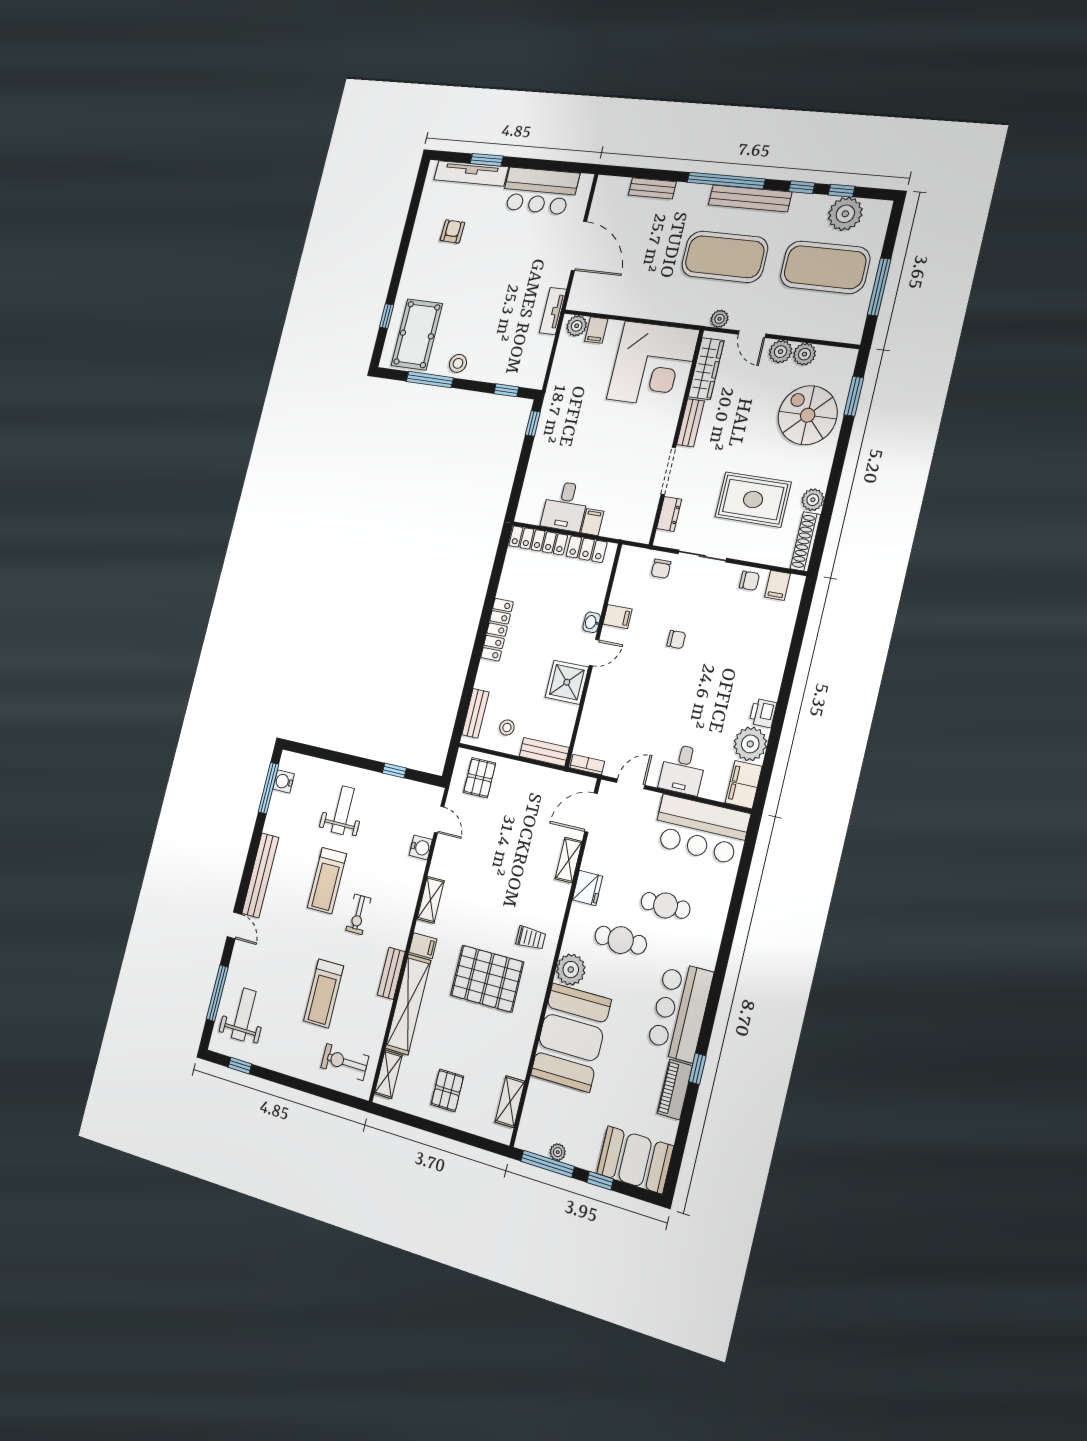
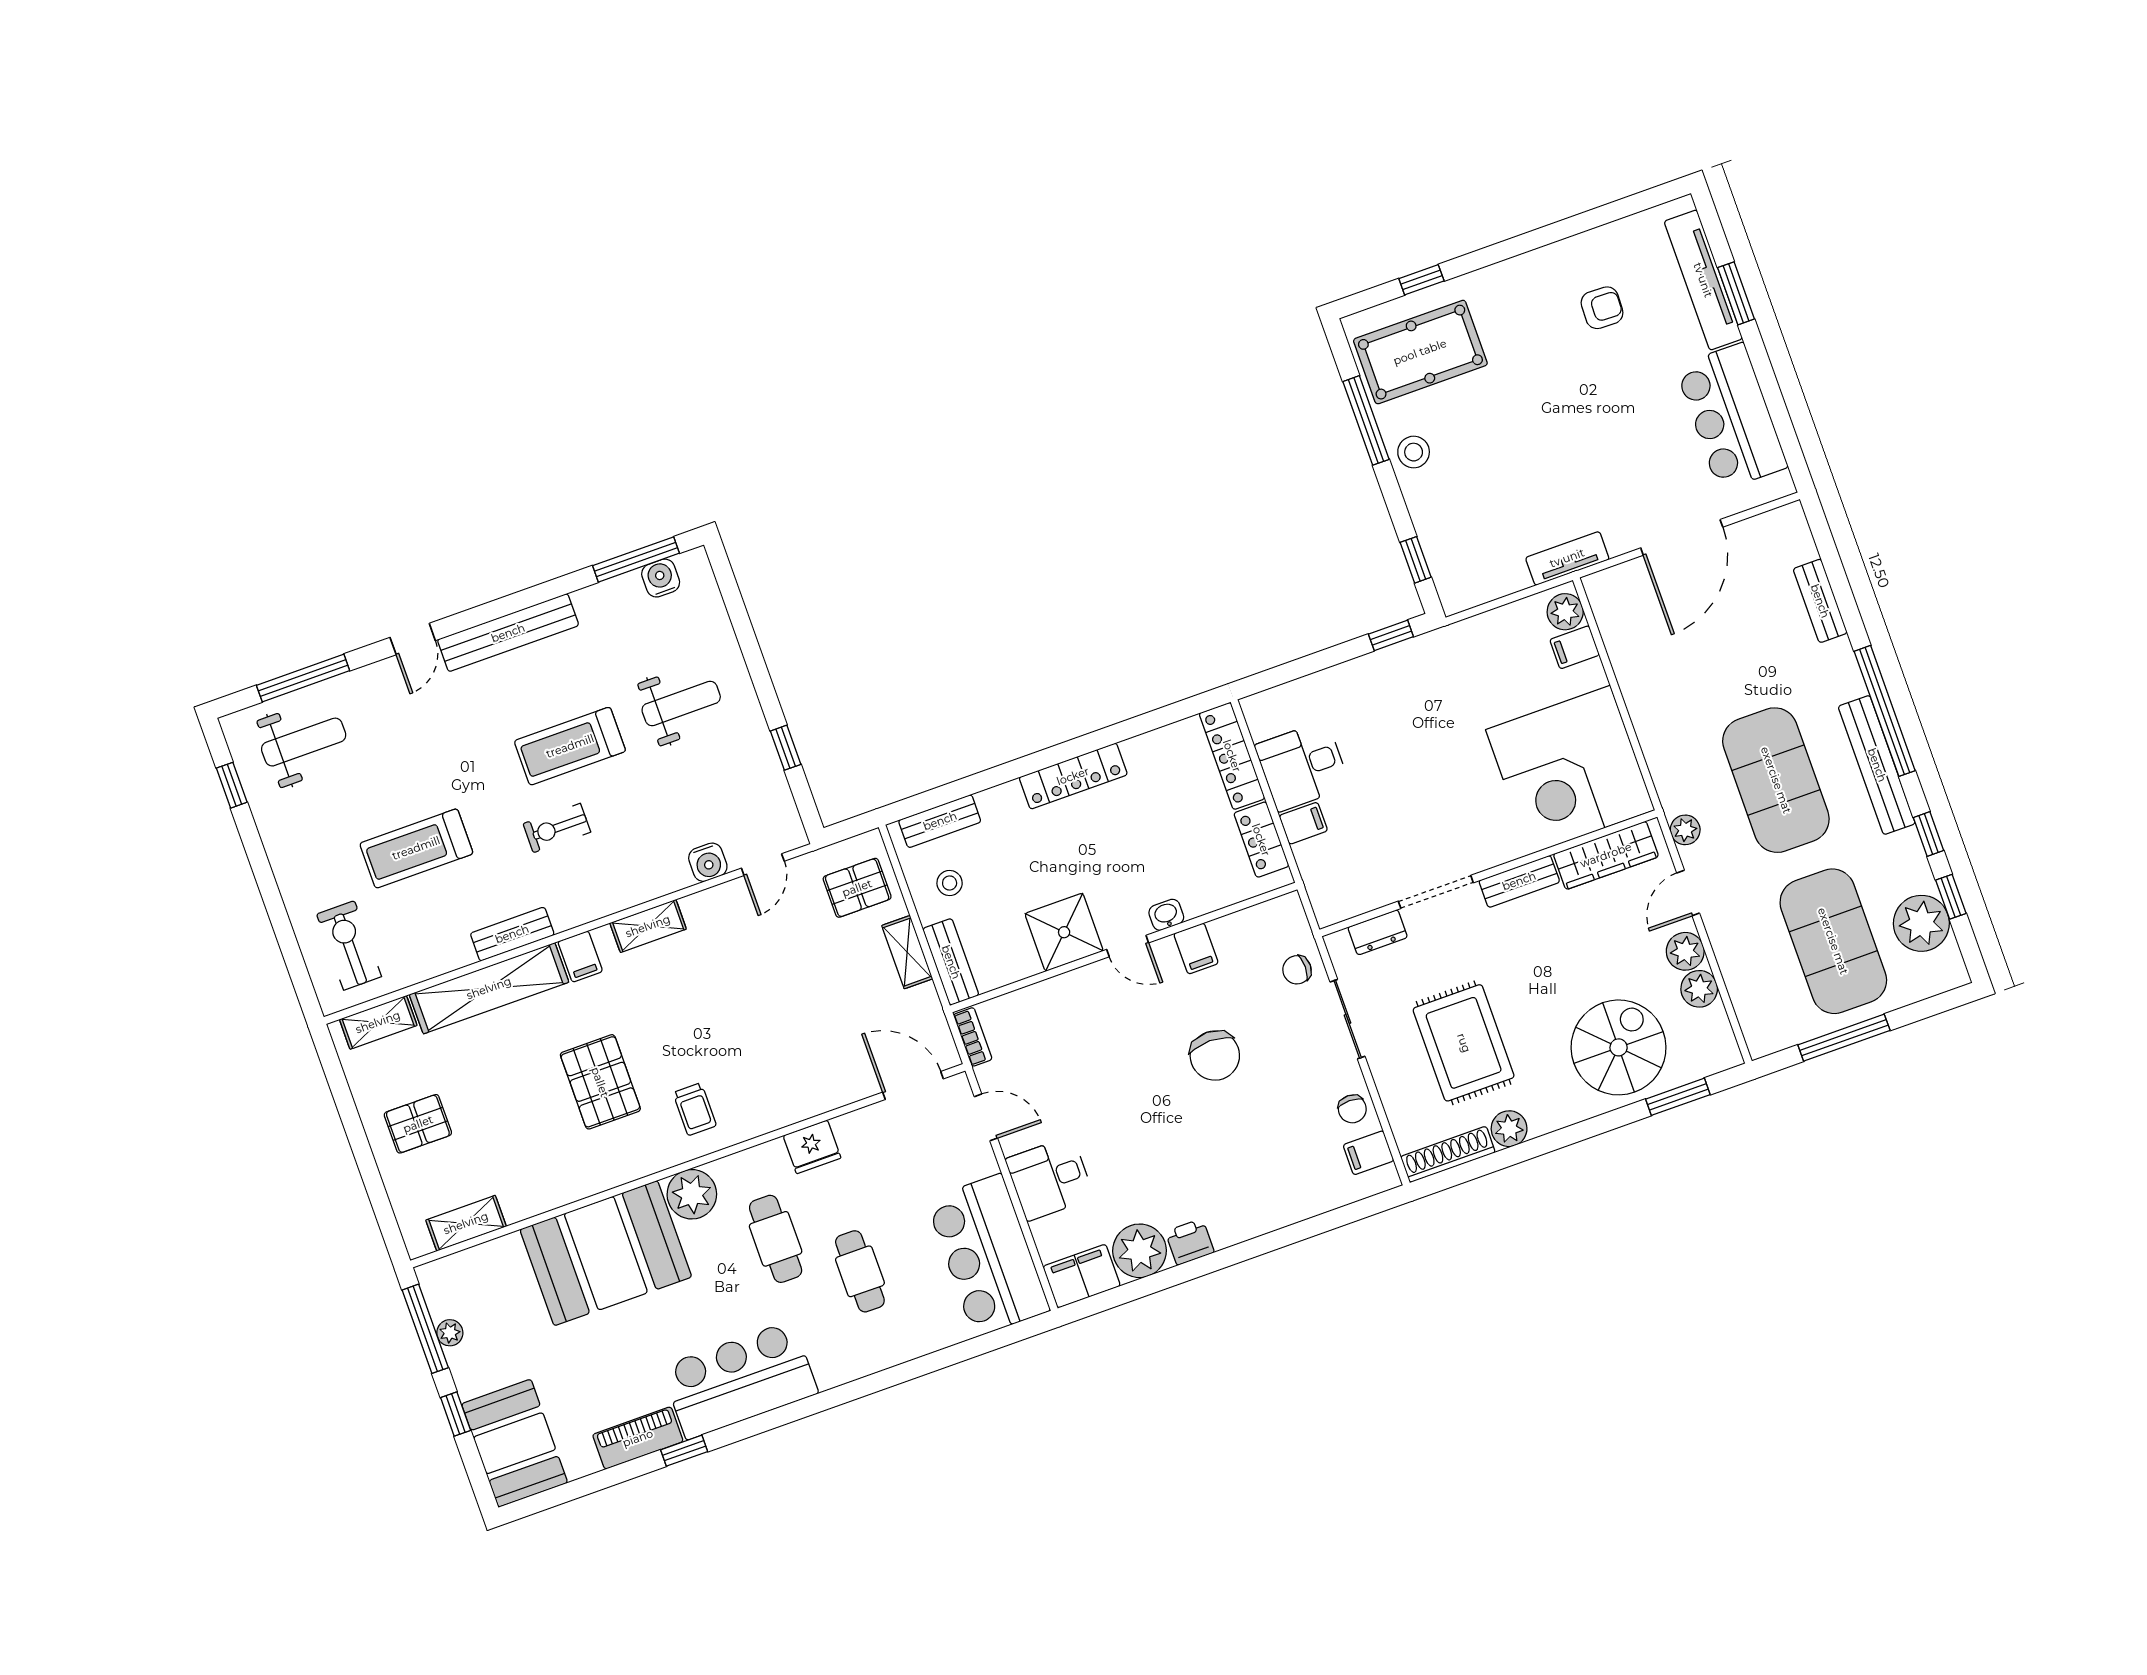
chair: (676, 639) -> (1215, 1056), width x1.87, depth x1.87
shelving: (569, 860) -> (907, 952), moved, turned 90
pallet: (487, 979) -> (600, 1082), width x0.73, depth x0.71

